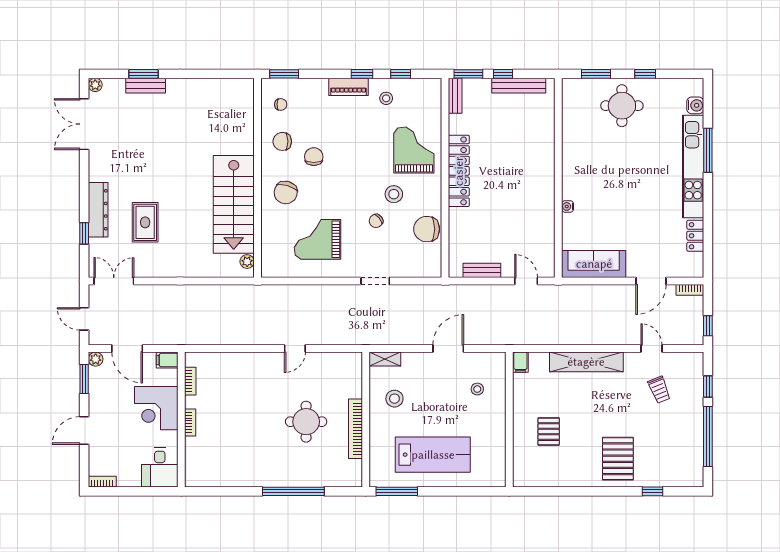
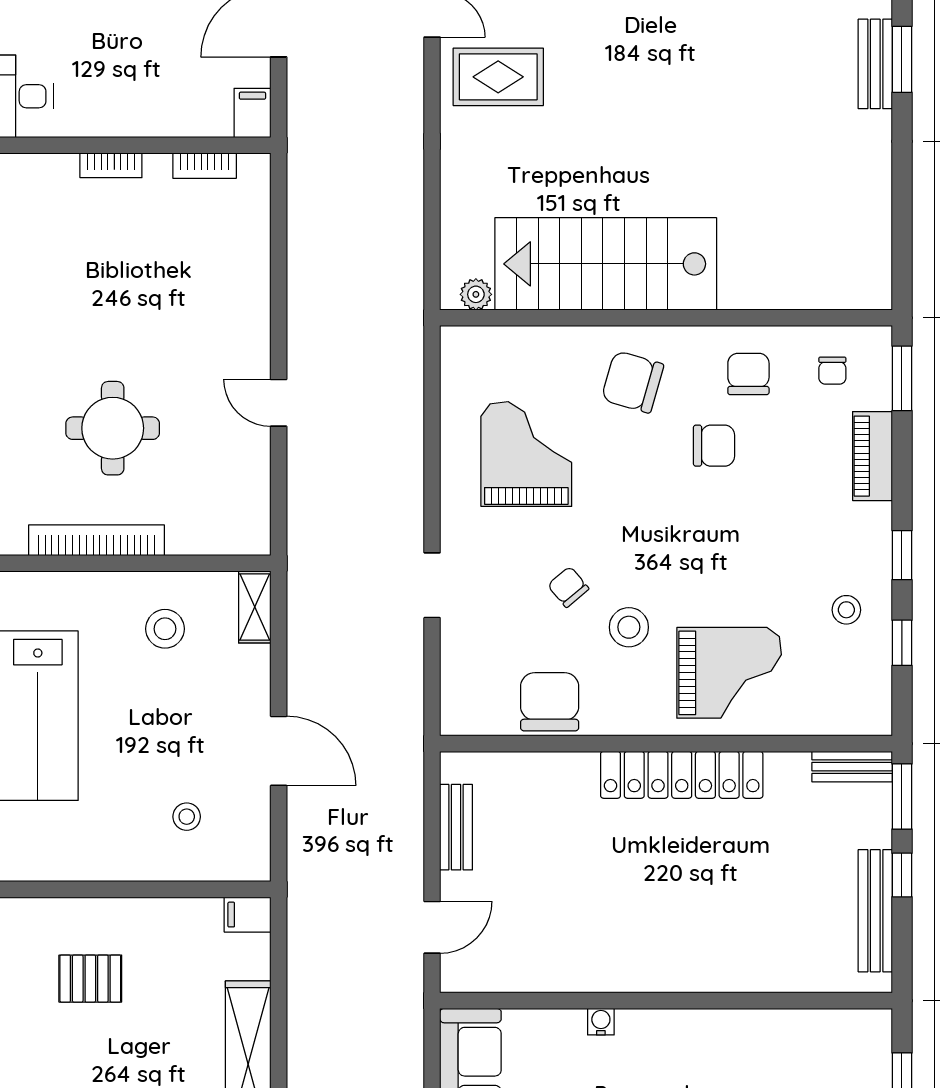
piano: (348, 87) -> (872, 456), moved
rug: (145, 222) -> (498, 77), moved
corner desk: (156, 408) -> (144, 88), removed

